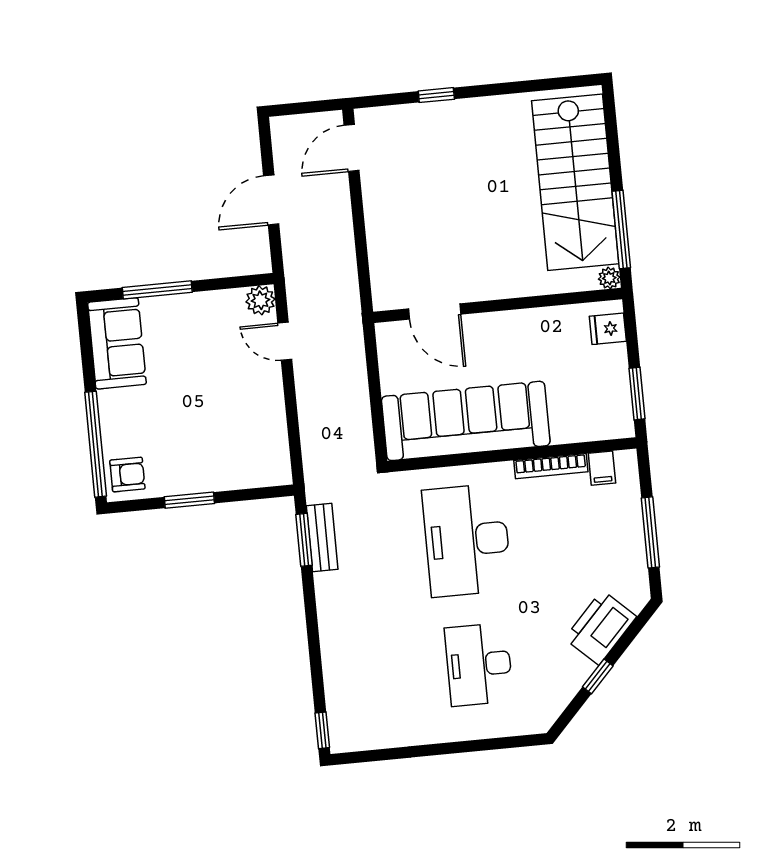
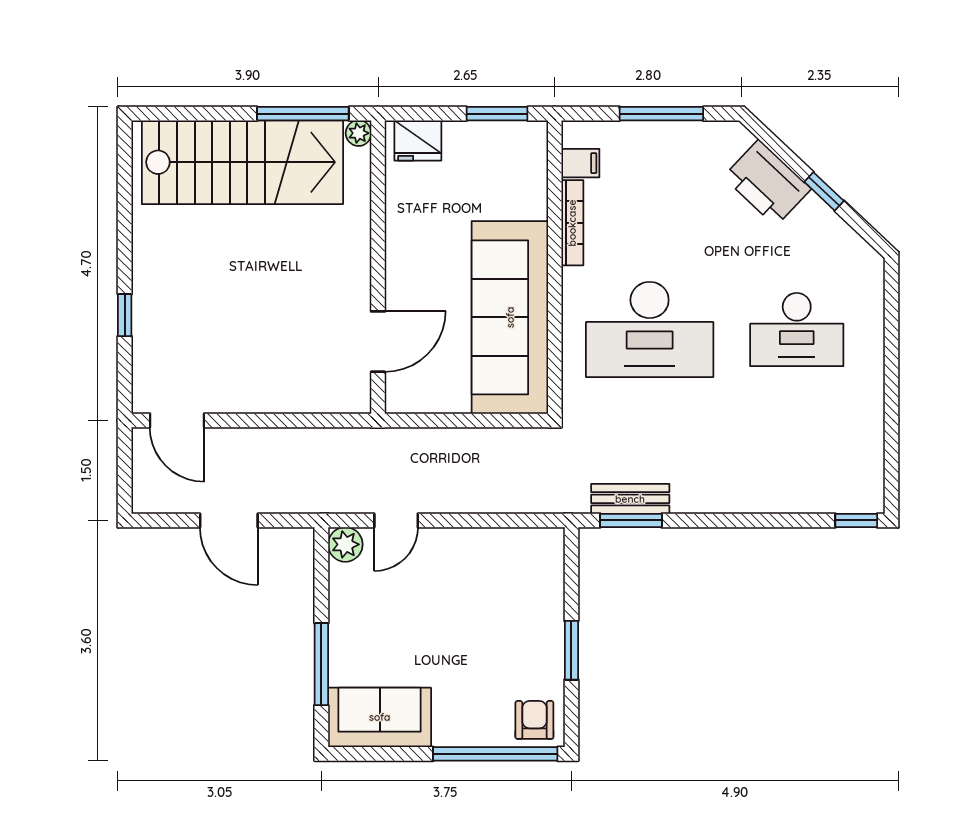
fridge: (608, 329) -> (418, 140), width x1.38

